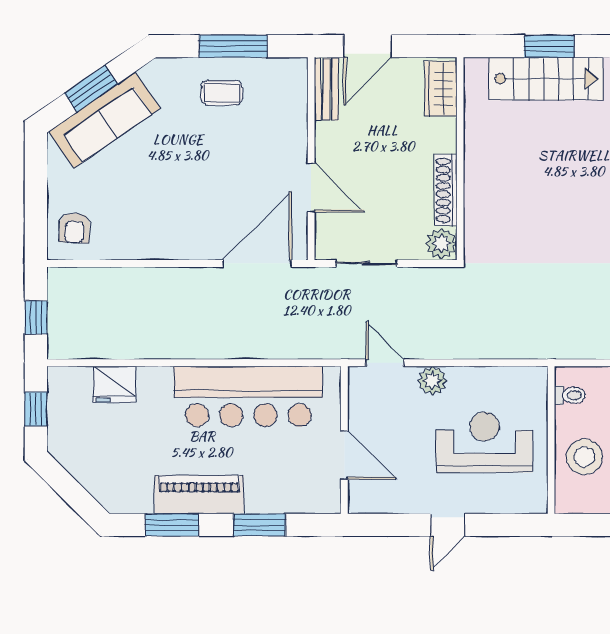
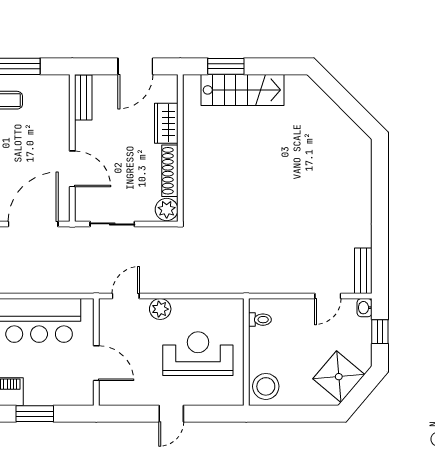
door: (368, 46) -> (135, 66), moved
window: (549, 46) -> (226, 66), moved
wardrobe: (441, 89) -> (166, 123), moved
door: (385, 363) -> (126, 296), hinge flipped
stool: (584, 457) -> (266, 386), moved

